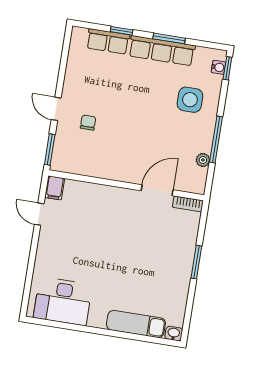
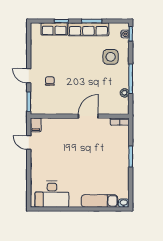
door: (157, 190) -> (88, 116), moved

